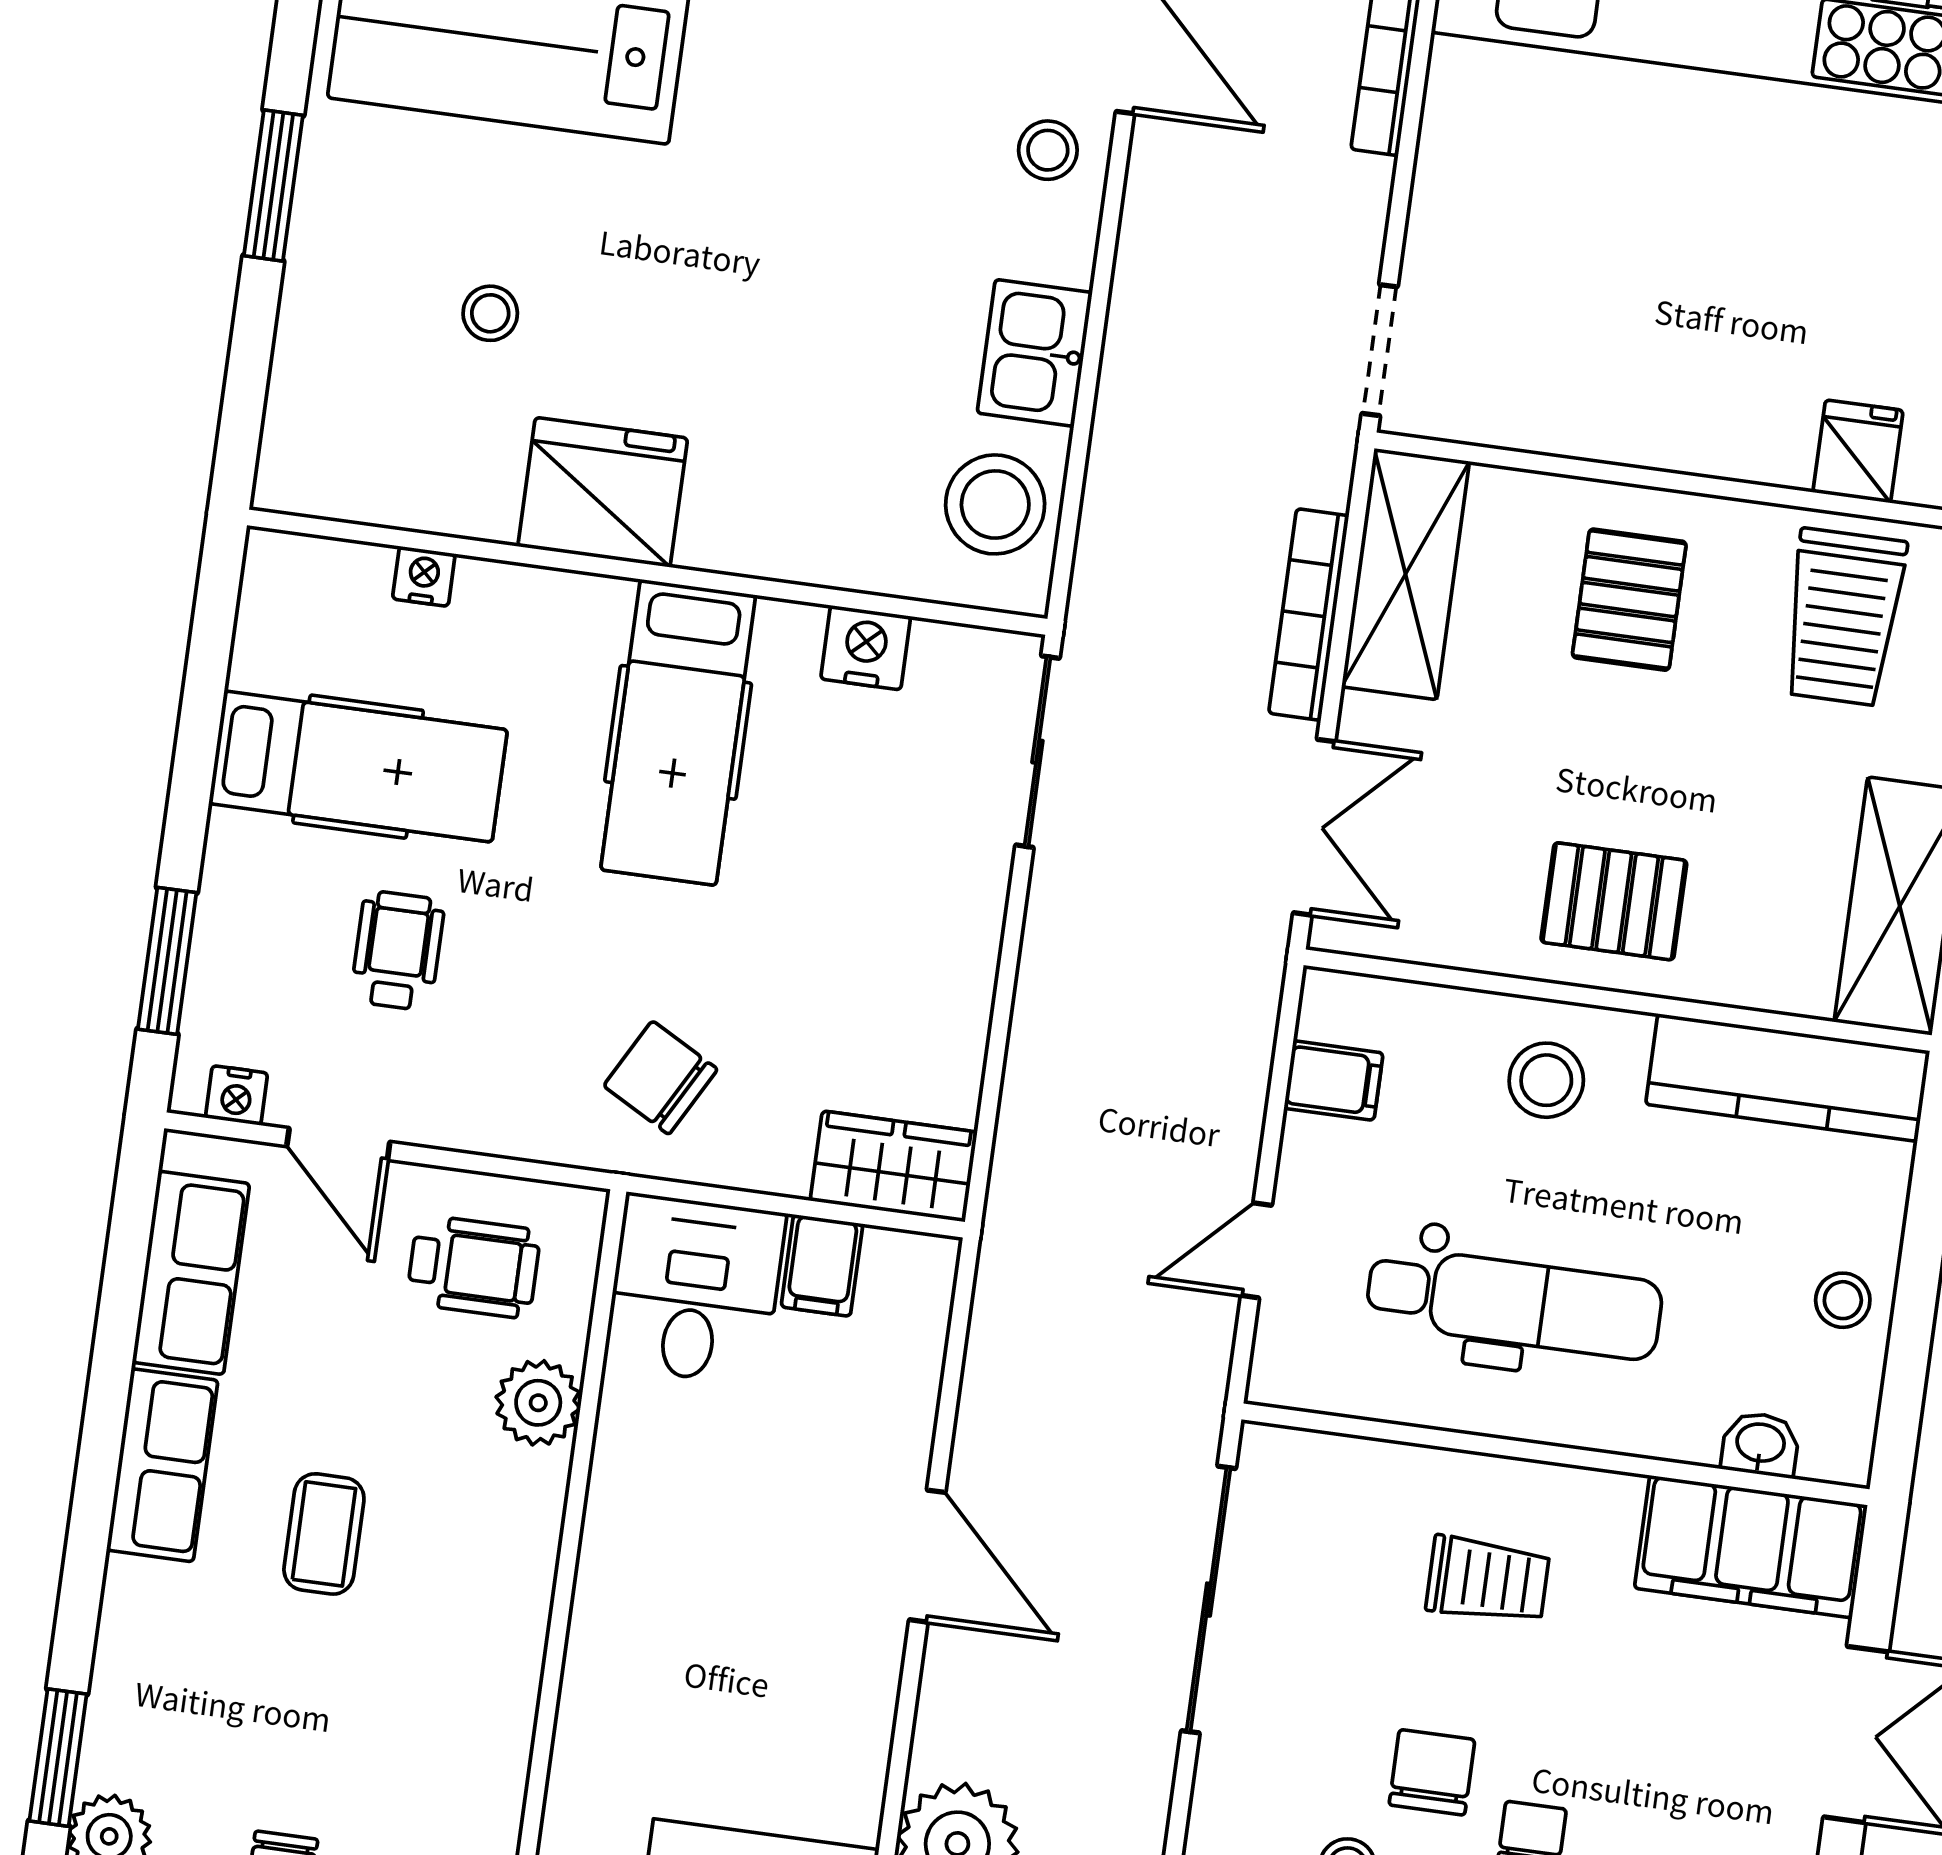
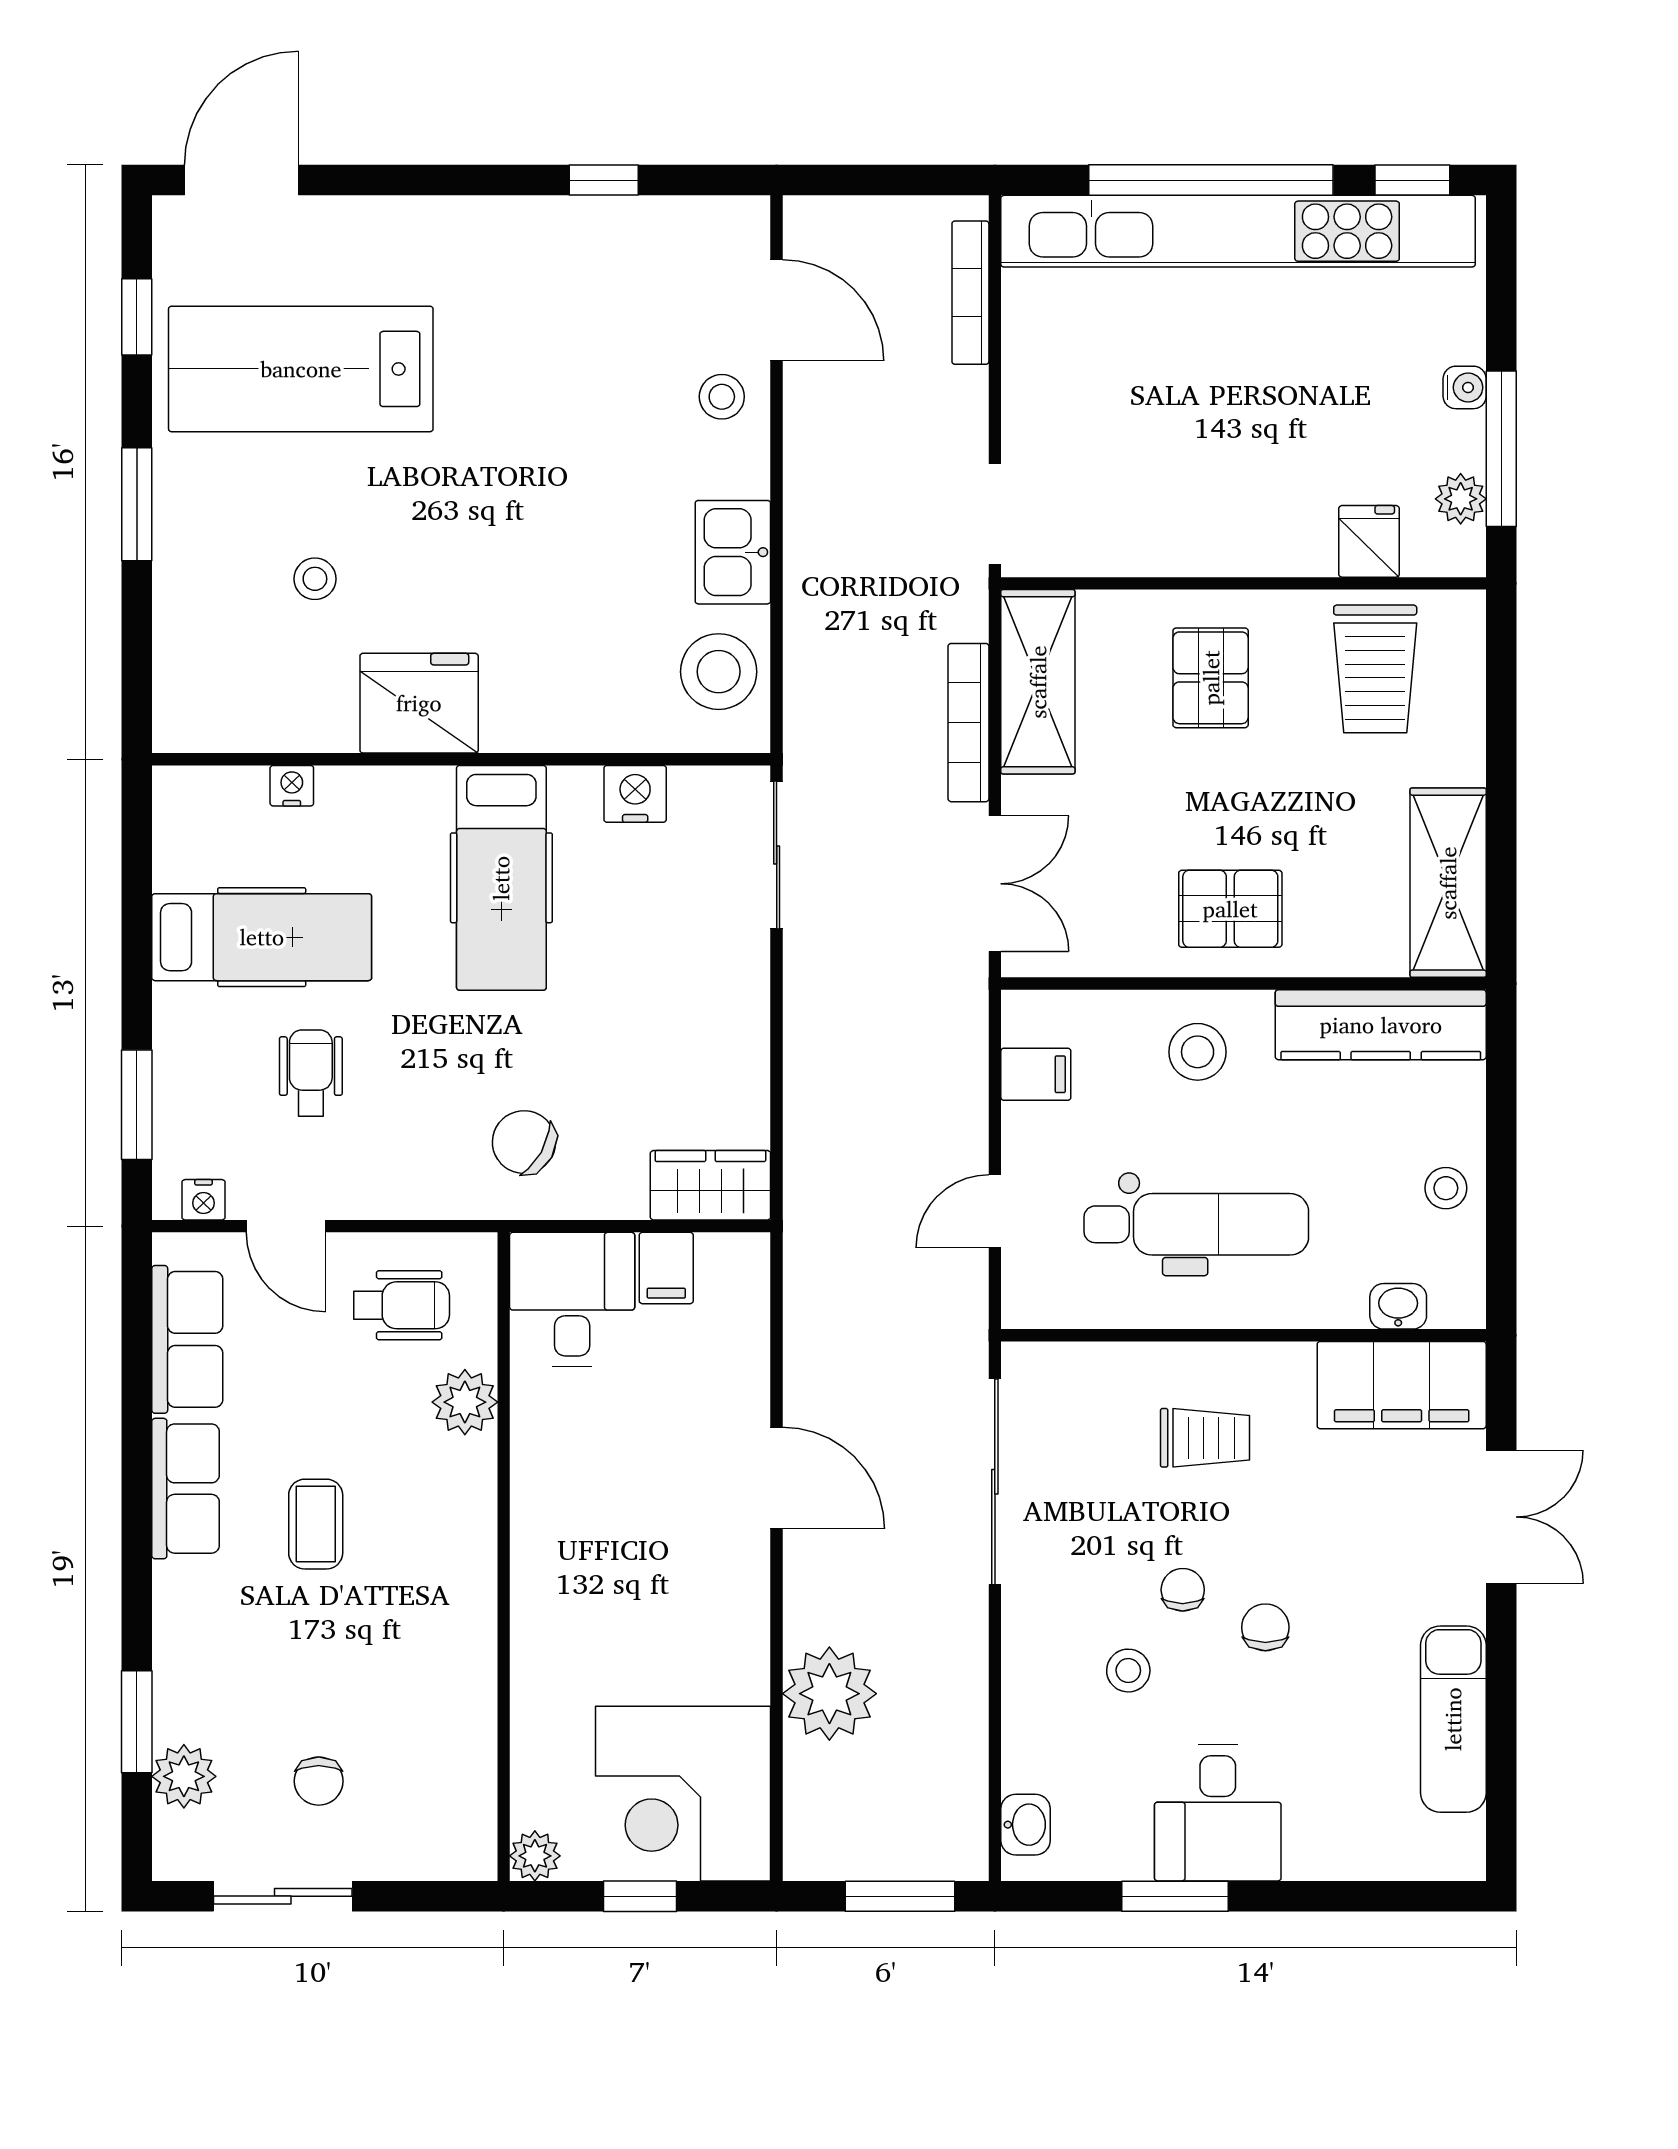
chair: (1432, 1772) -> (1183, 1590), width x0.73, depth x0.73

